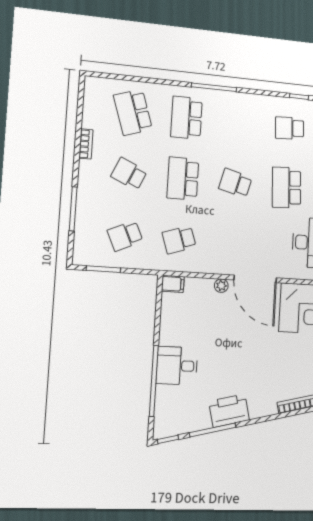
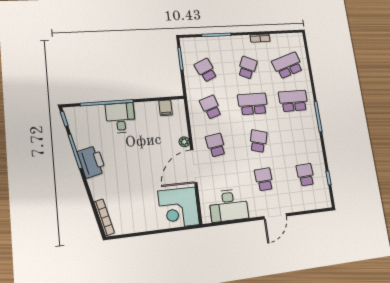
school desk: (287, 187) -> (264, 179), width x0.54
school desk: (232, 244) -> (216, 145), added
filing cabinet: (173, 284) -> (166, 108), moved

